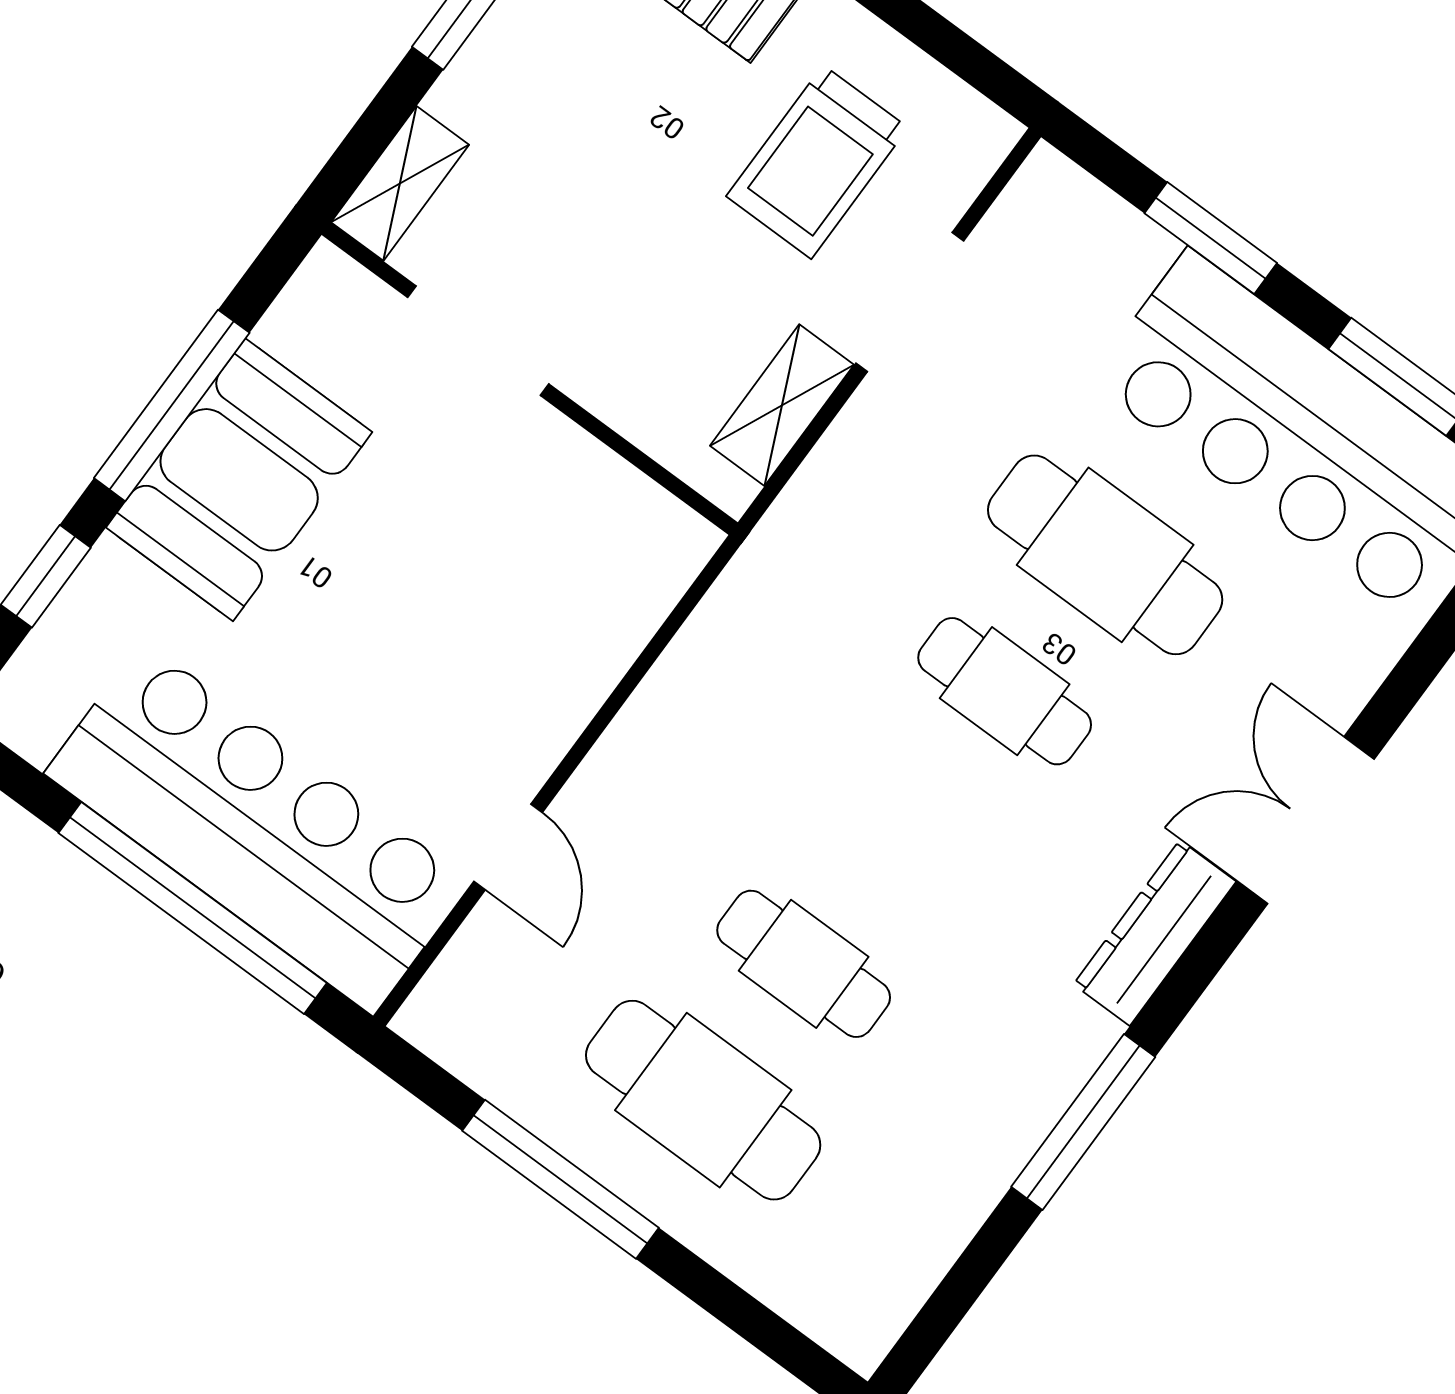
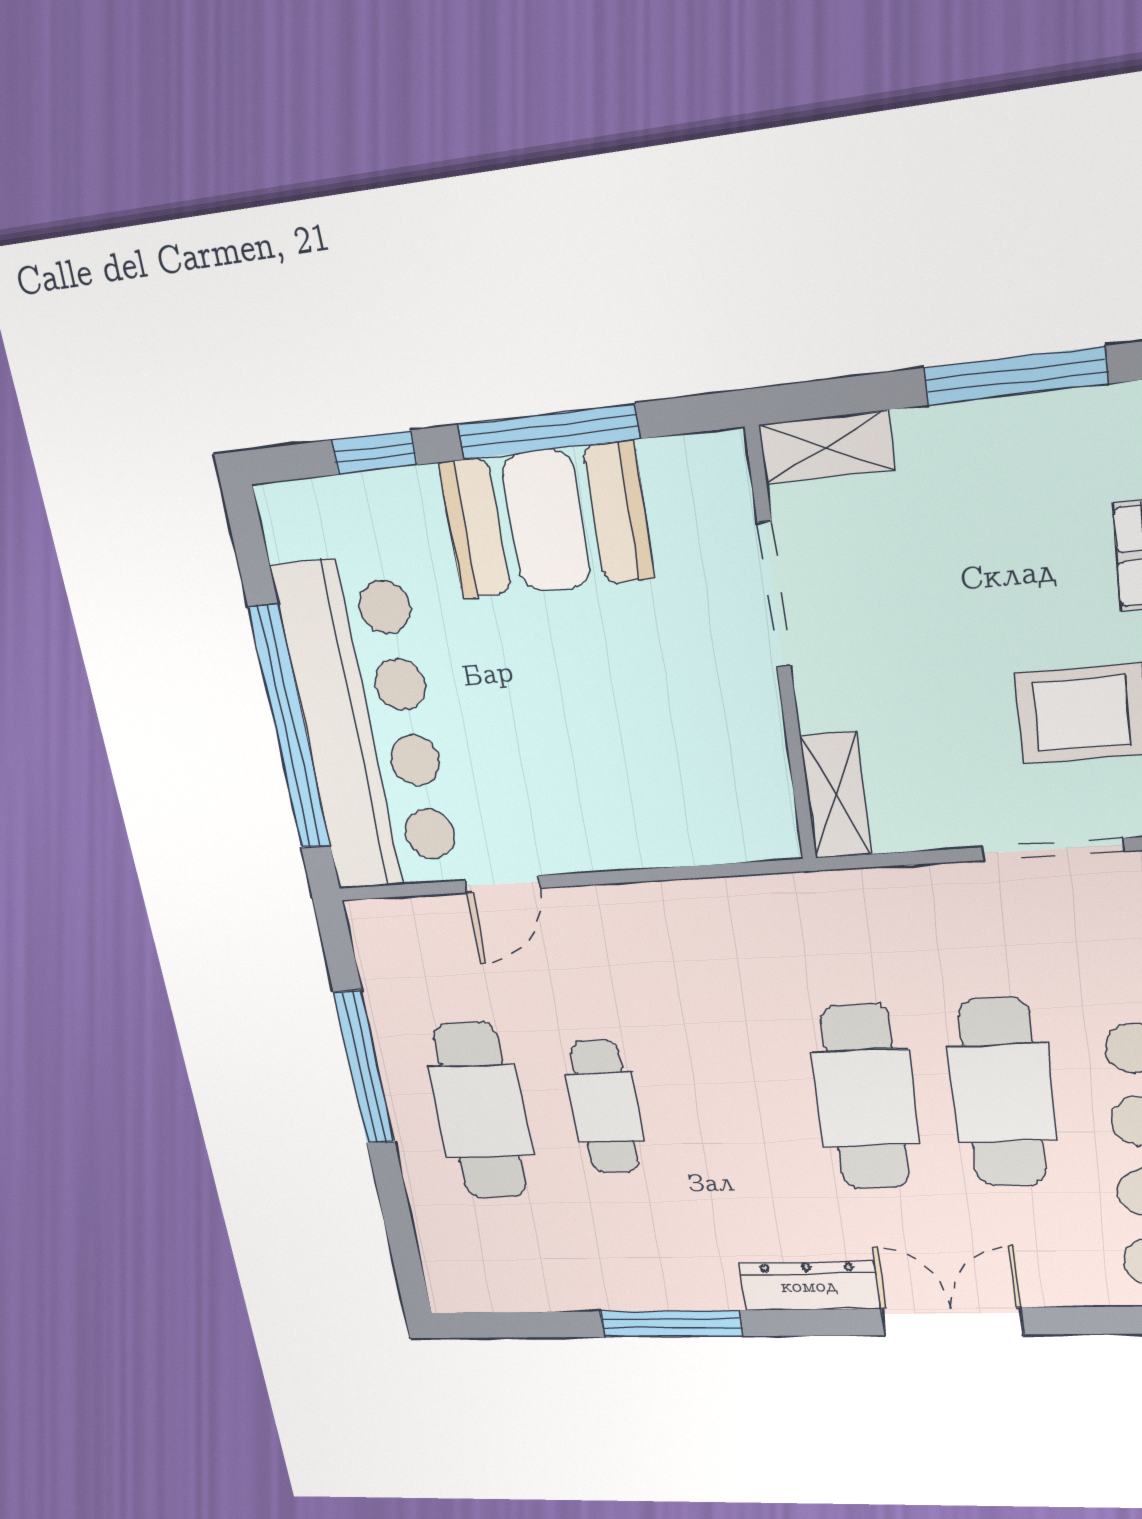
shelving: (782, 405) -> (836, 795), moved, turned 90
cafe table: (1005, 691) -> (865, 1098), width x1.37, depth x1.35

